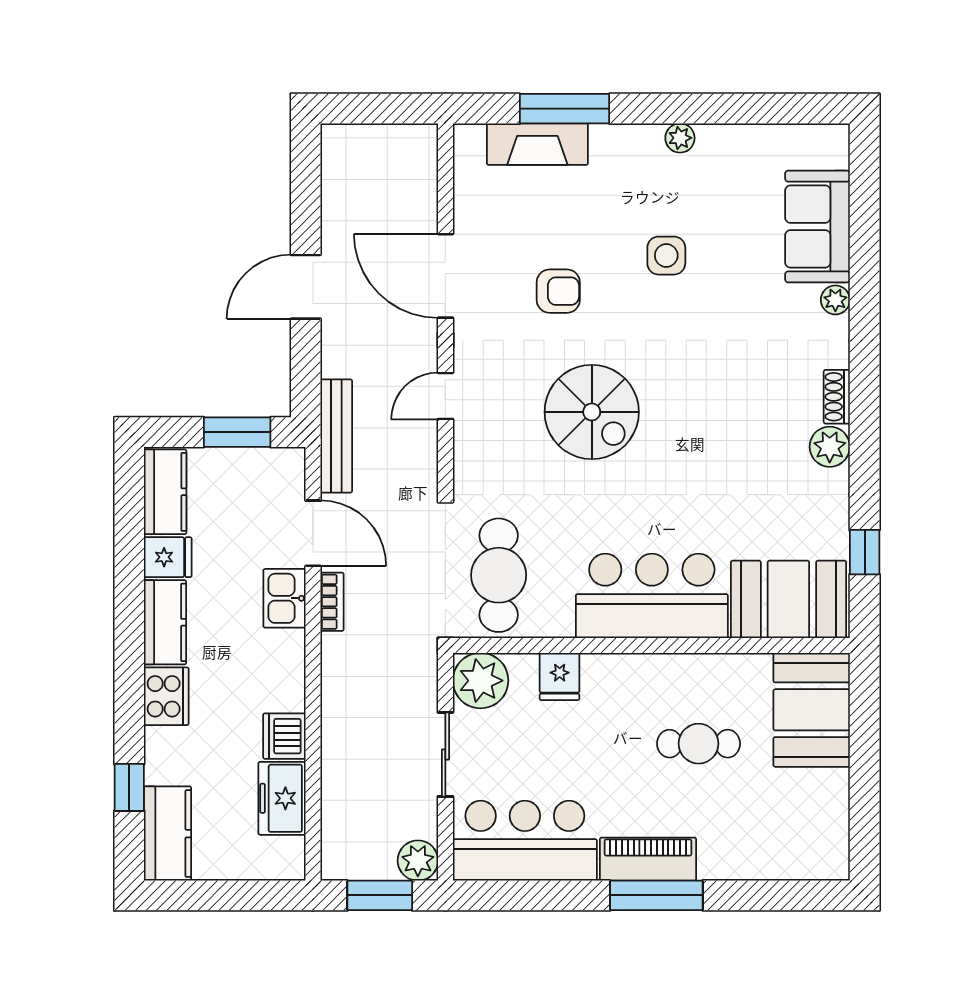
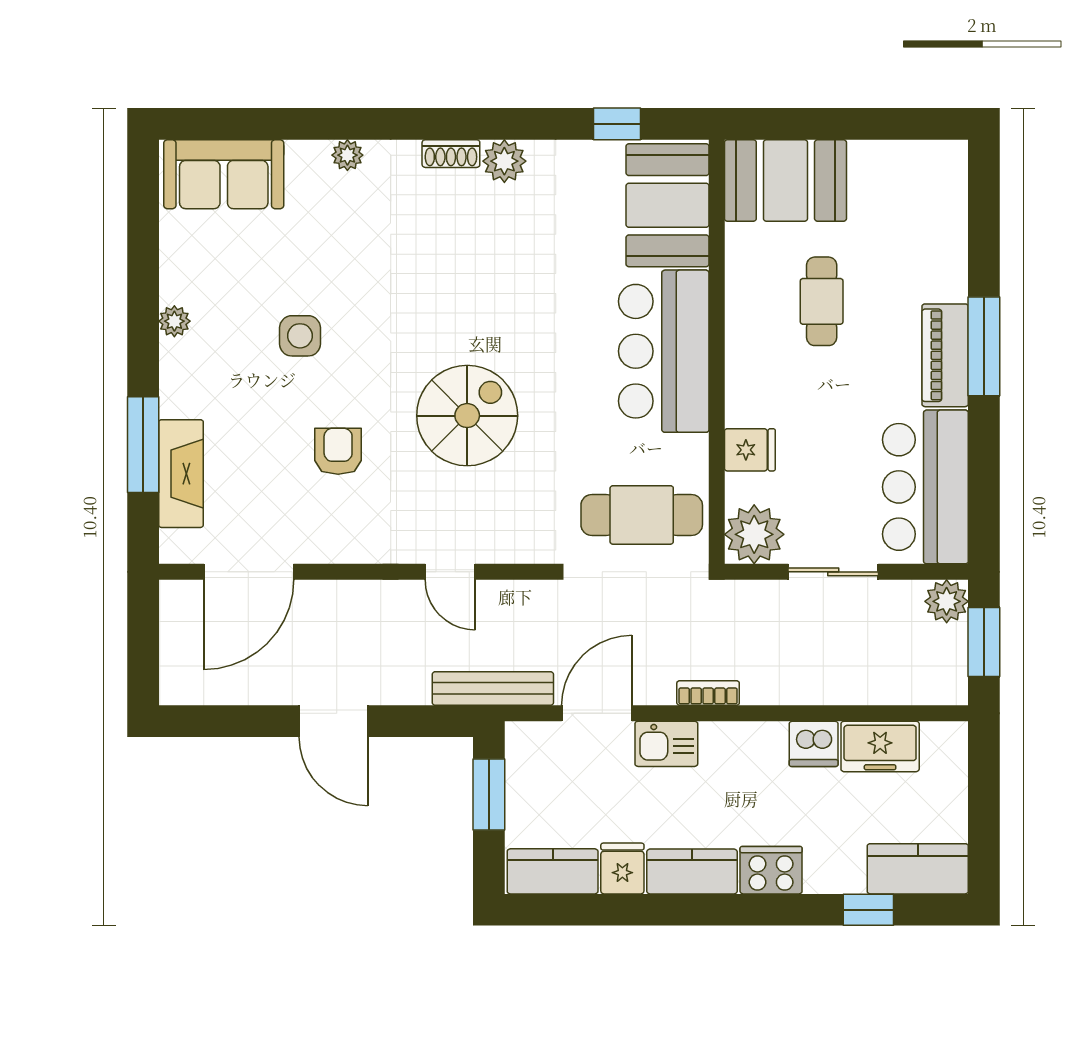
sofa: (817, 226) -> (224, 174), moved
door: (445, 276) -> (249, 572), moved
bookcase: (332, 602) -> (708, 693), moved

